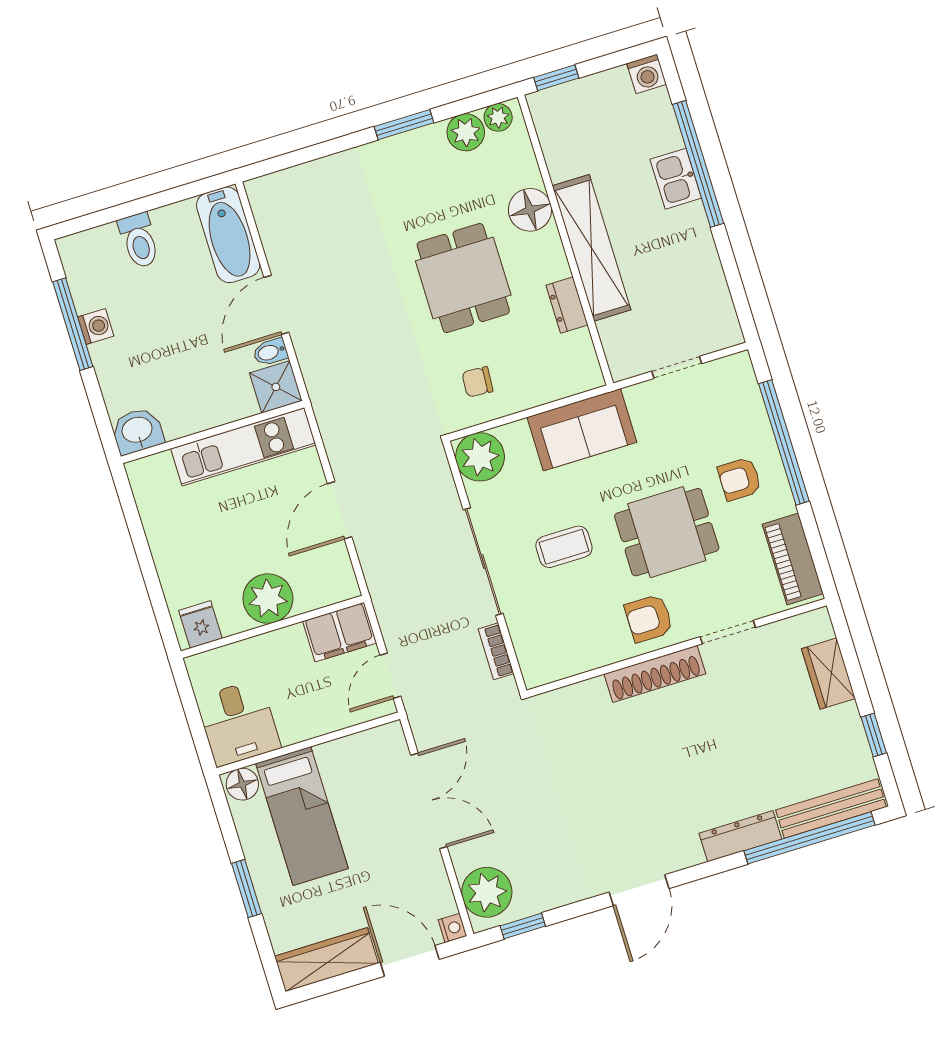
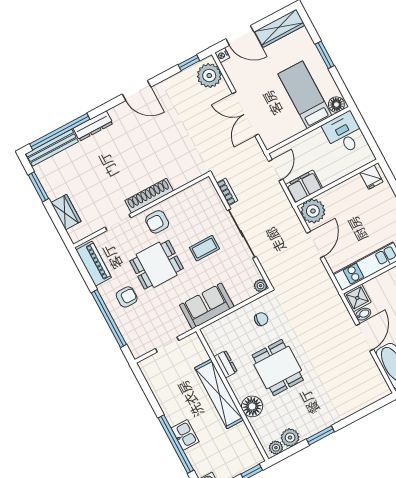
plant: (480, 457) -> (261, 286), width x0.53, depth x0.53
plant: (268, 599) -> (313, 211), moved
armchair: (649, 618) -> (157, 222), turned 180
window: (874, 735) -> (38, 187), width x1.50
door: (639, 890) -> (137, 91), swing flipped

